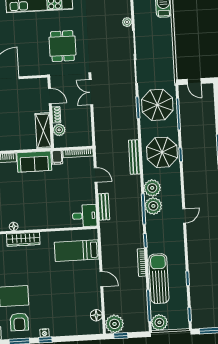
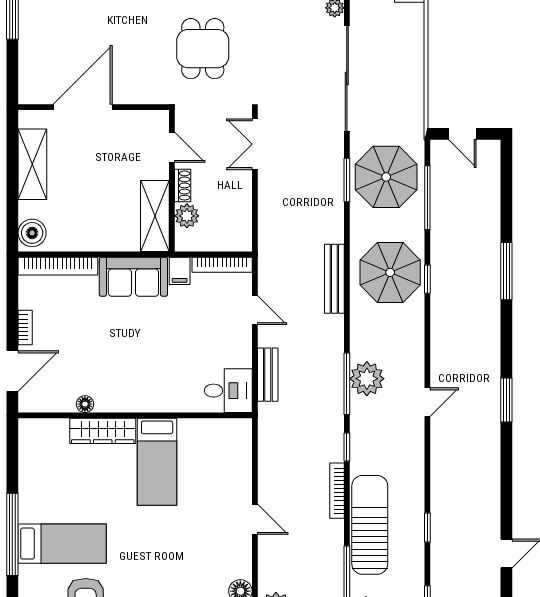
plant: (152, 188) -> (367, 343), removed
bed: (77, 251) -> (157, 462), moved, turned -90

